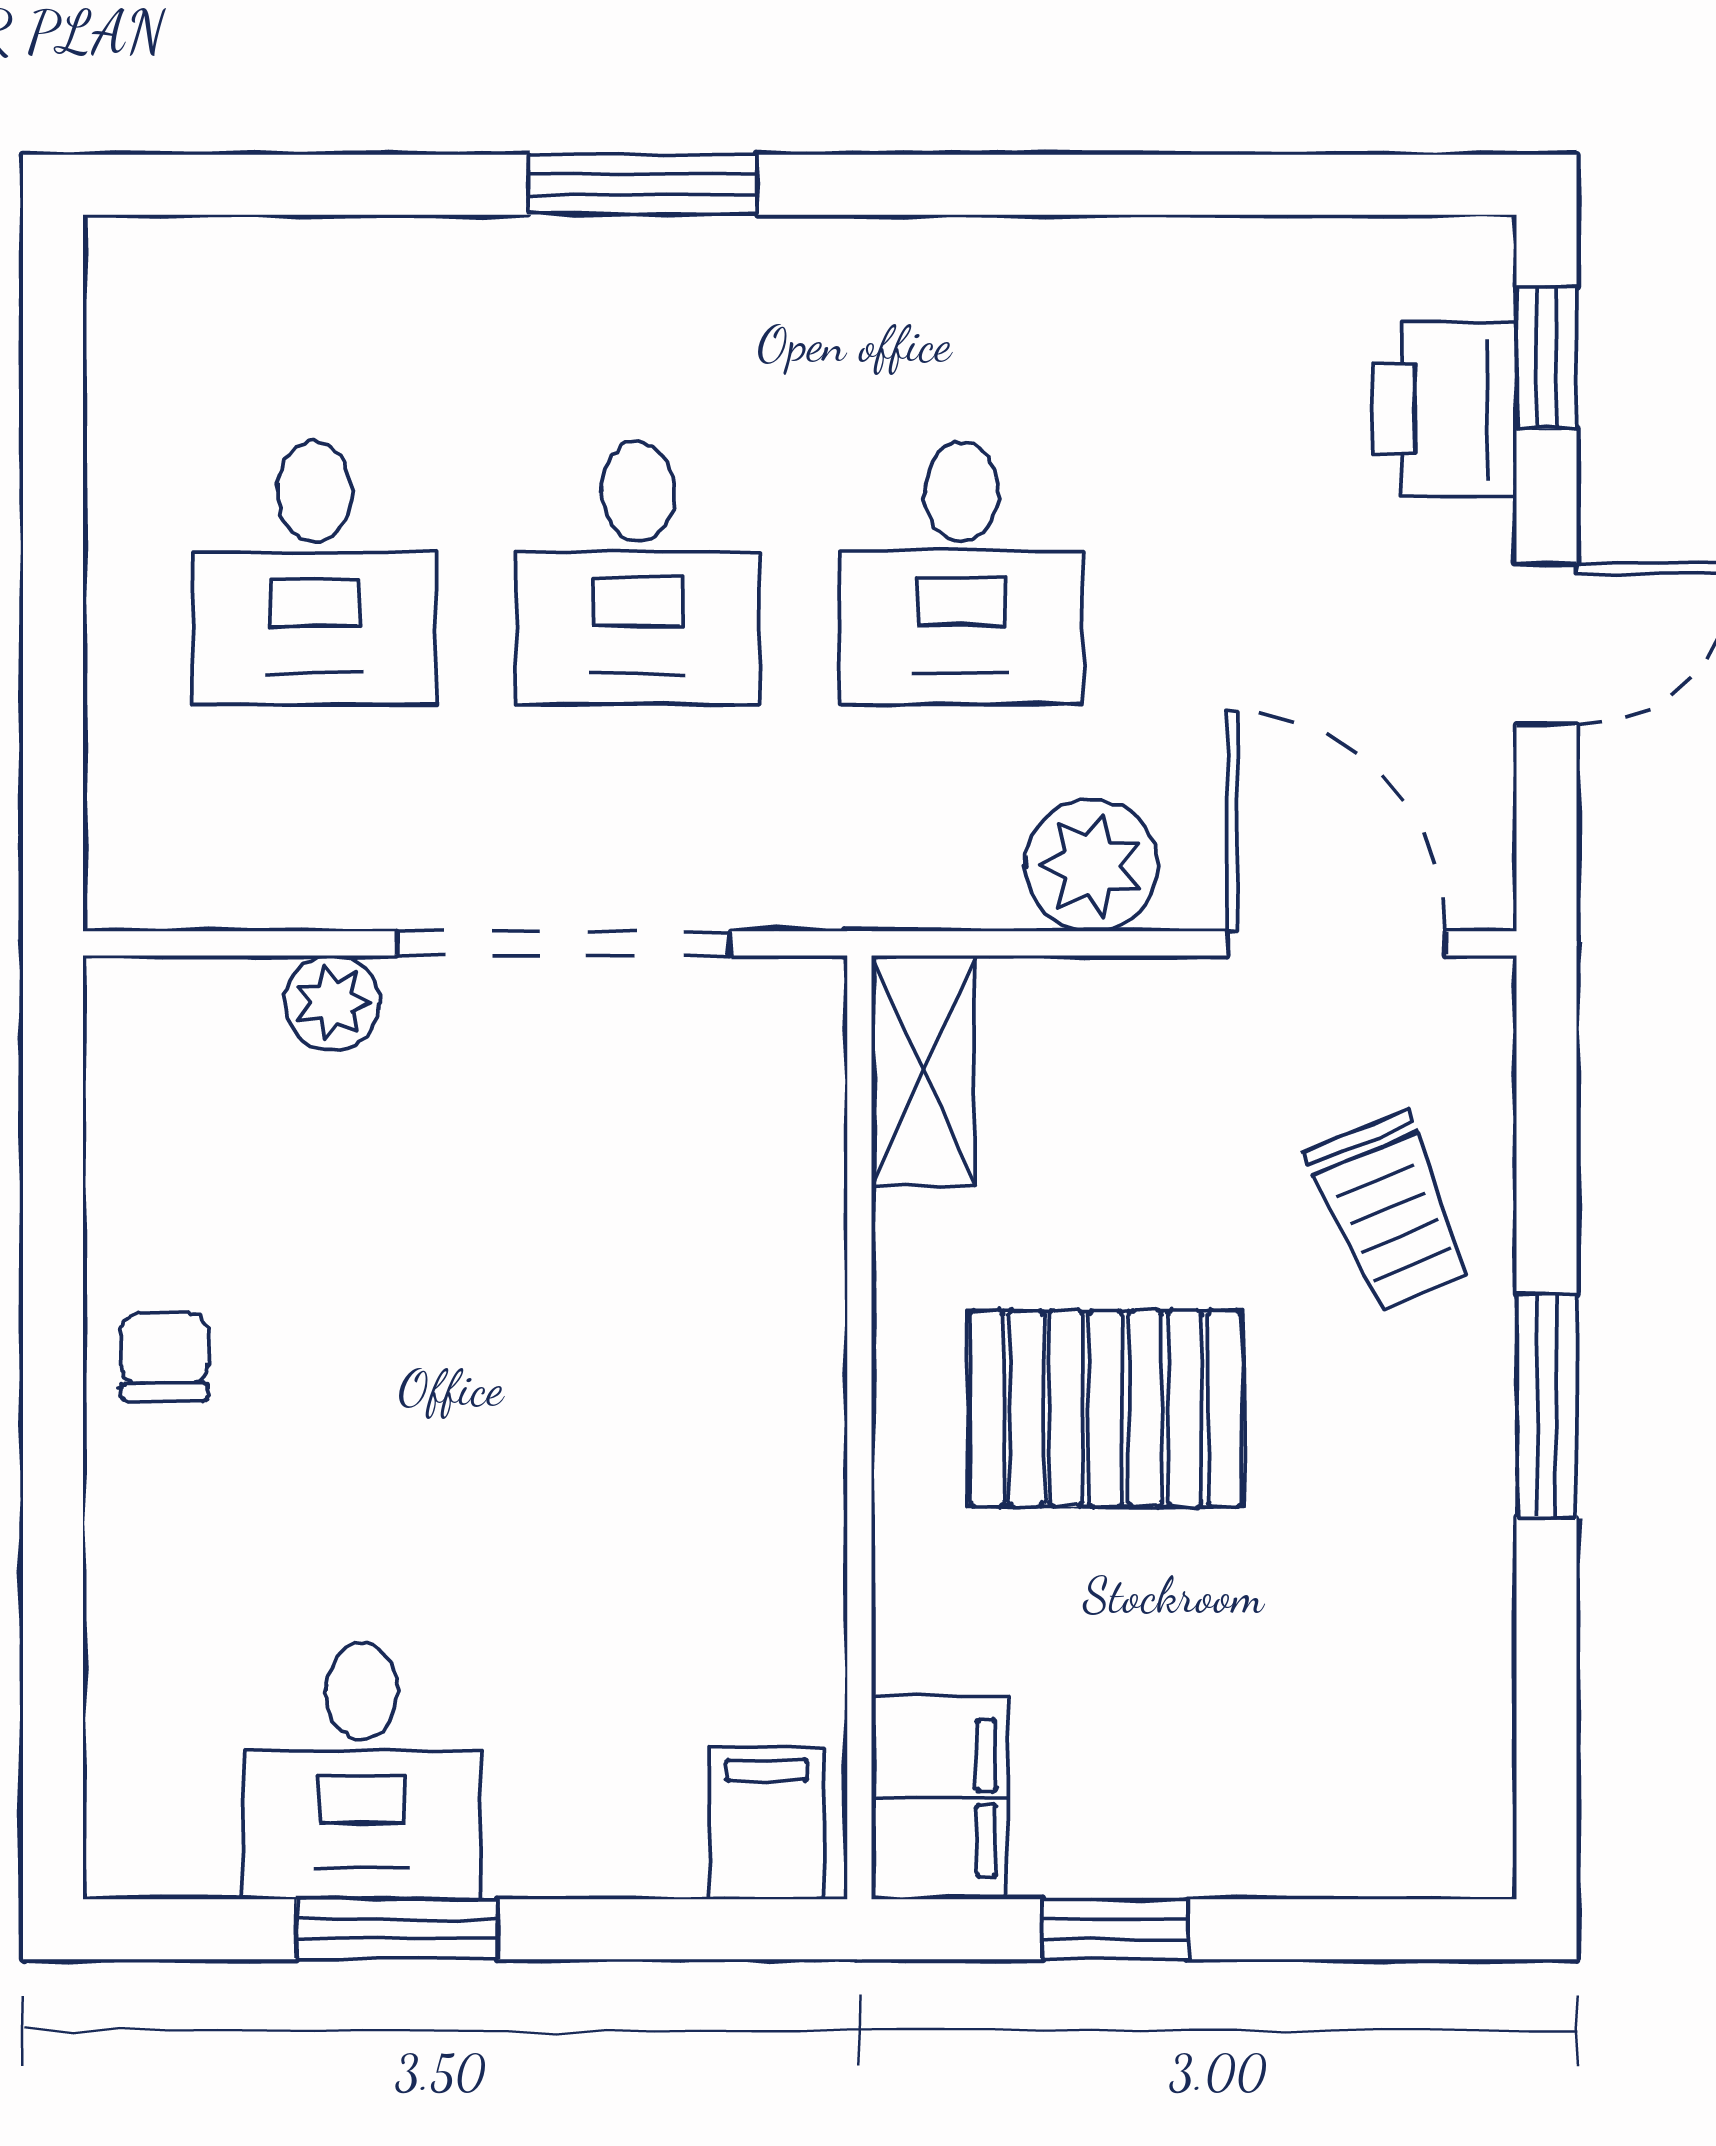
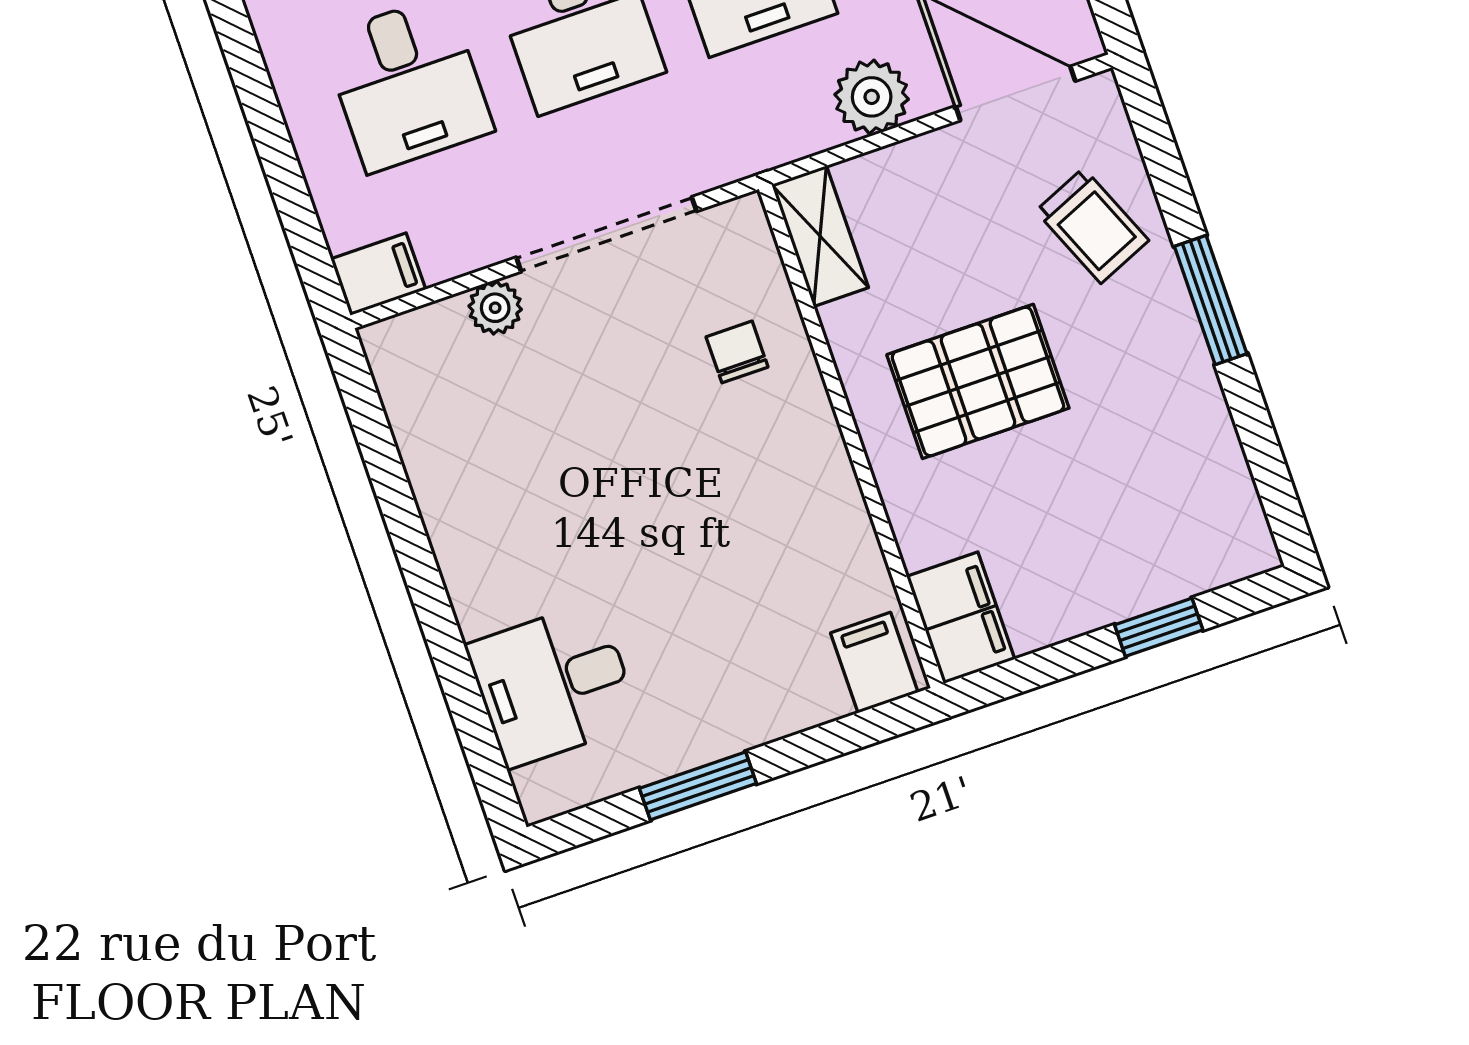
filing cabinet: (154, 878) -> (378, 274), added
chair: (164, 1357) -> (737, 352), moved
desk: (362, 1771) -> (553, 684), moved, turned 90
window: (1115, 1929) -> (1159, 627), moved

